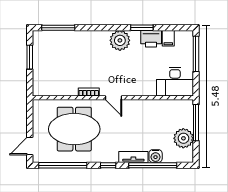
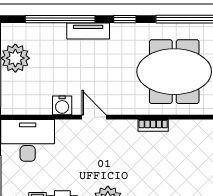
door: (113, 98) -> (94, 117), moved
water cooler: (156, 156) -> (62, 105), moved, turned 180

